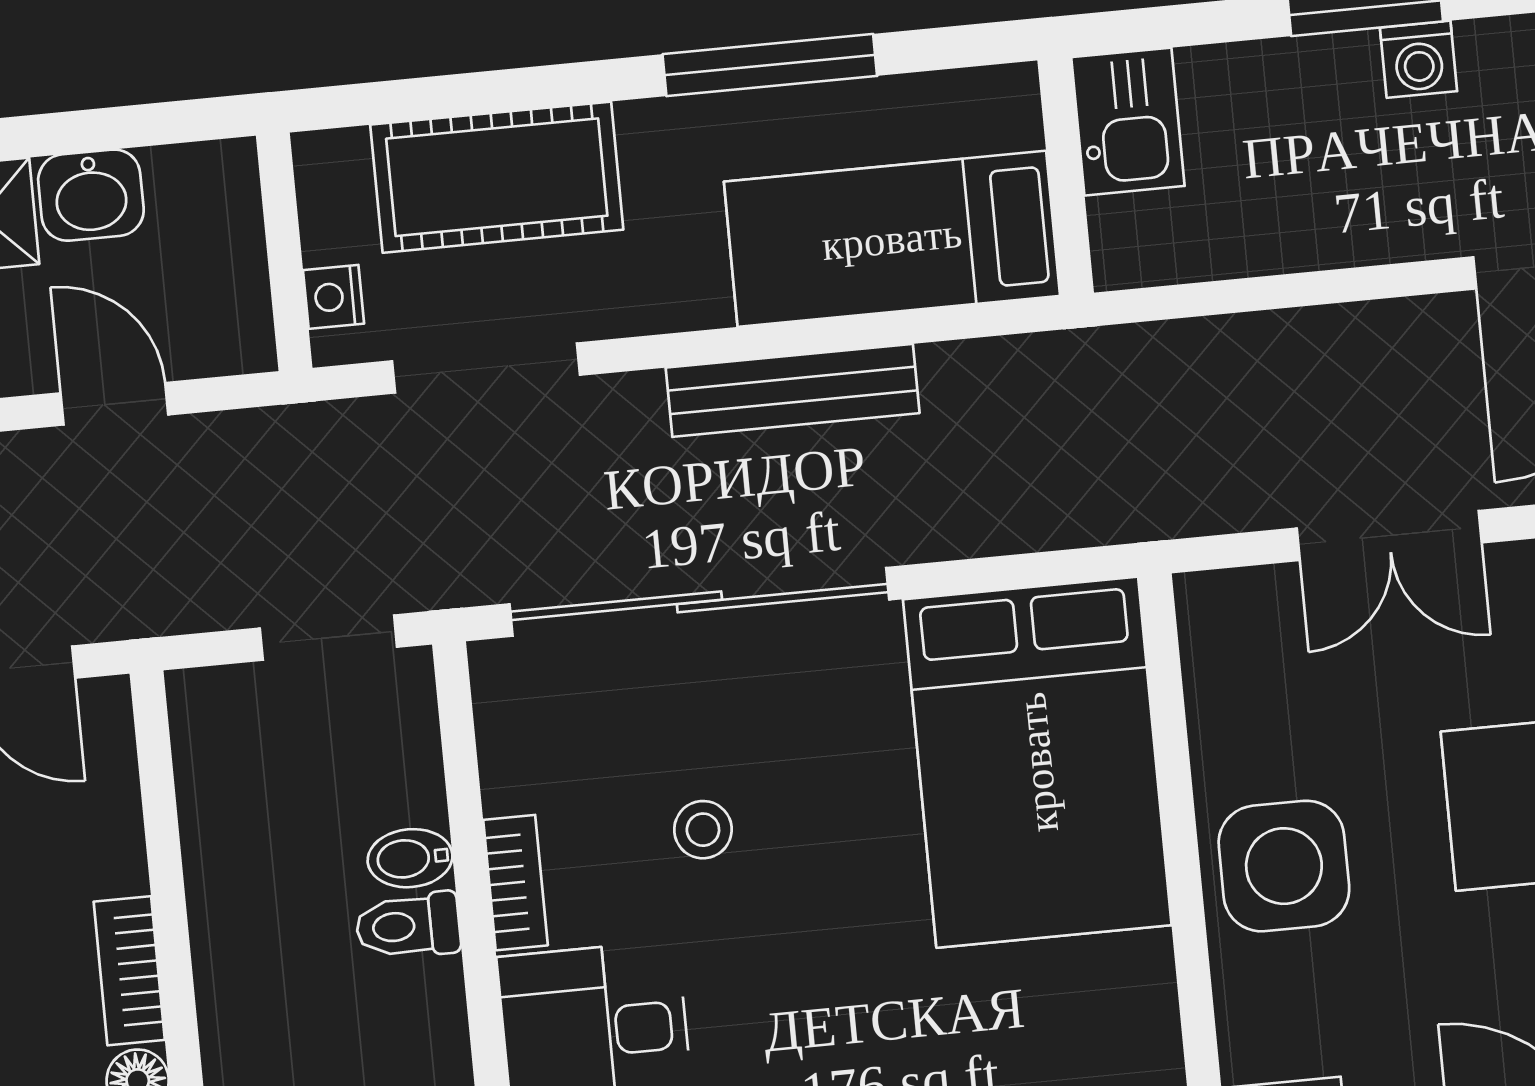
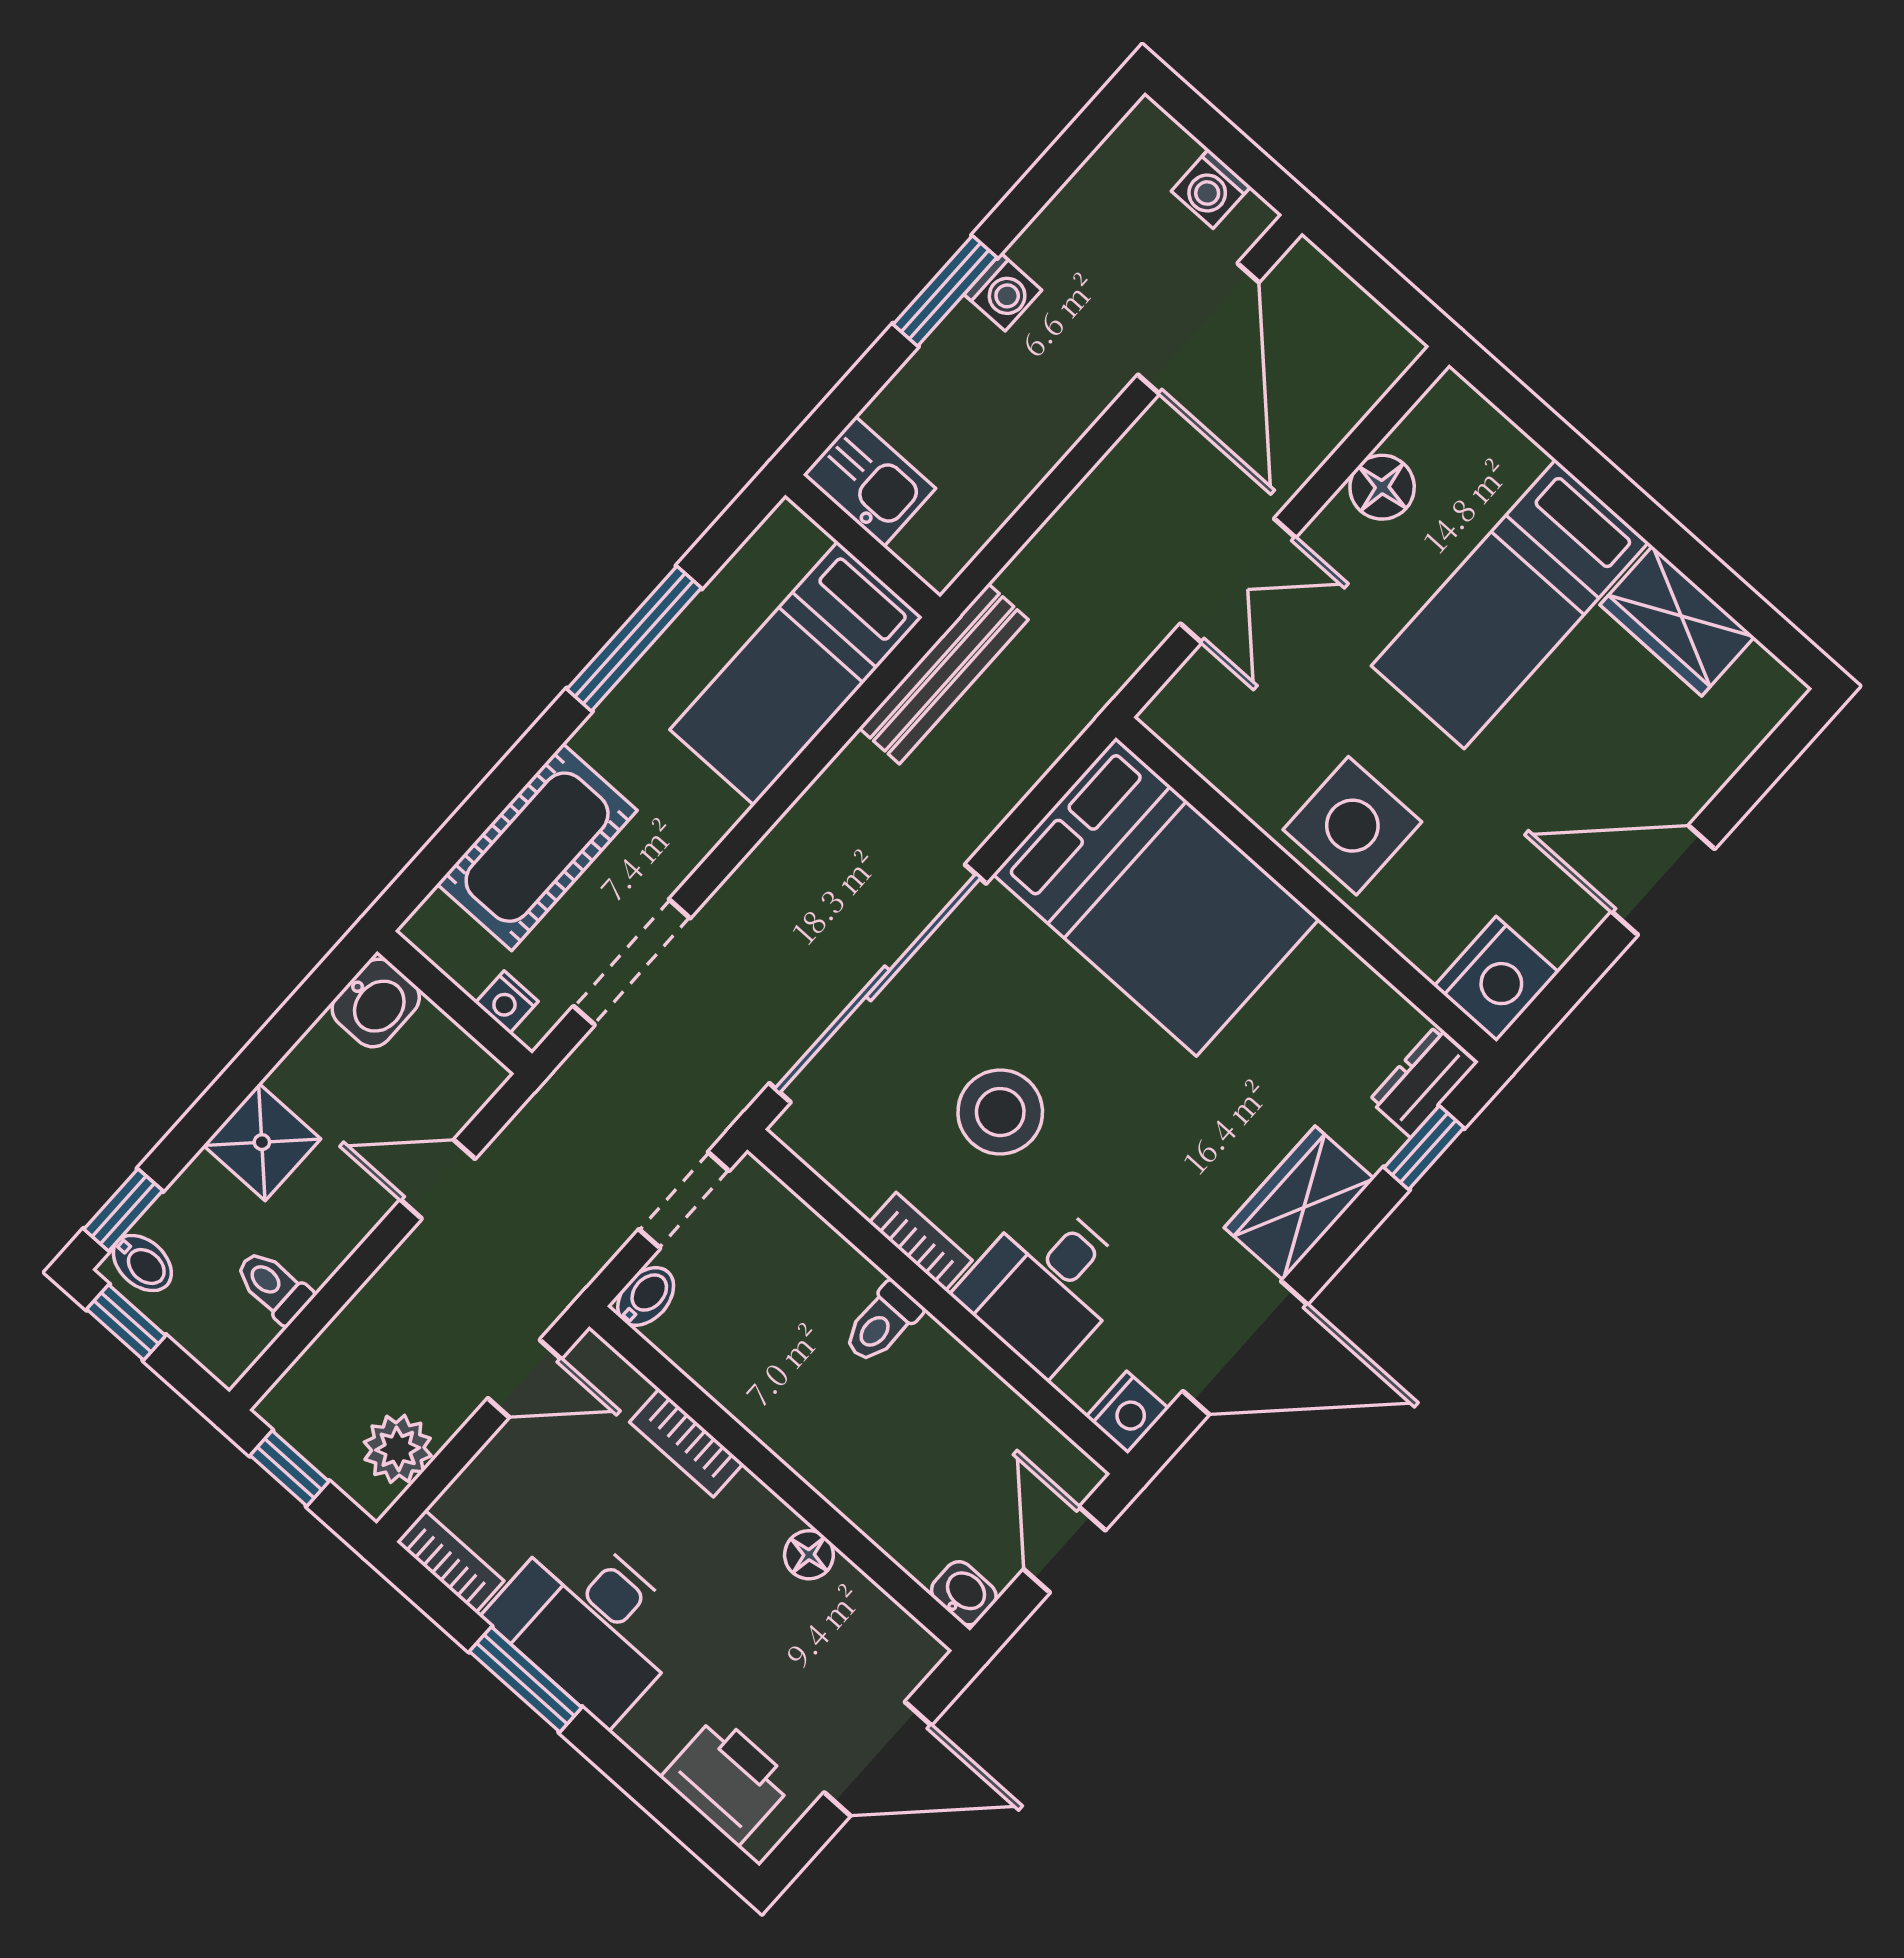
washbasin: (91, 195) -> (376, 1003), moved
bench: (793, 390) -> (944, 674), moved
stool: (703, 830) -> (1000, 1112), width x1.89, depth x1.89
bidet: (410, 858) -> (646, 1296), moved, turned 180
bookcase: (129, 971) -> (686, 1443), moved

